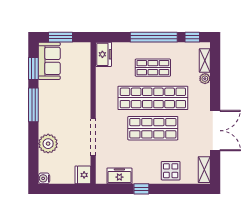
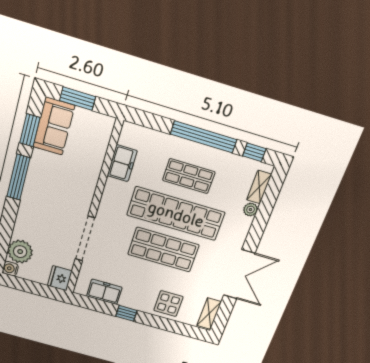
freezer: (104, 54) -> (122, 163), moved
plant: (48, 144) -> (20, 252), moved

